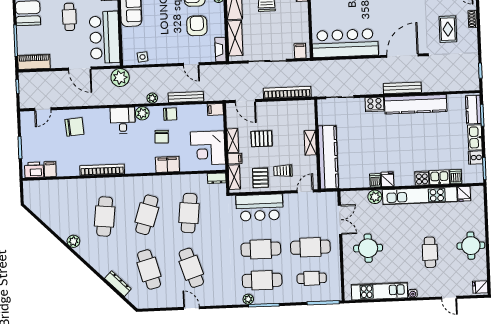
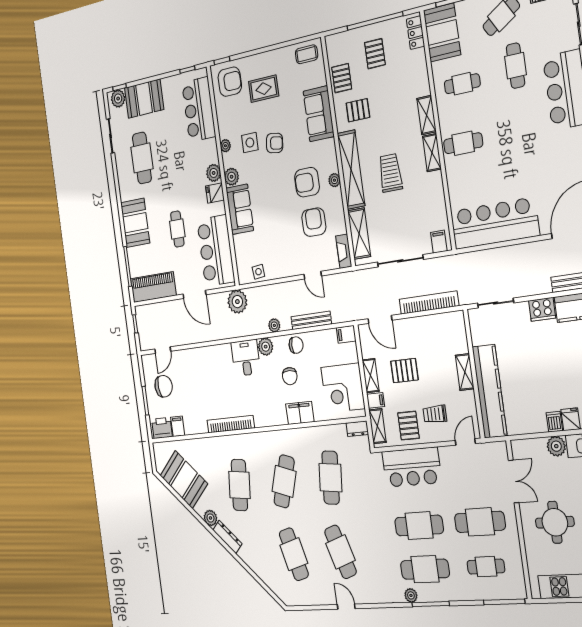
piano: (34, 62) -> (153, 287), width x1.37, depth x1.33
chair: (74, 127) -> (164, 386), moved
booth: (51, 211) -> (184, 480), added
dresser: (118, 284) -> (227, 537), moved

